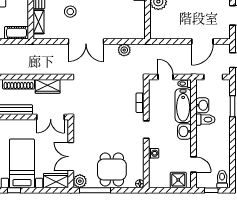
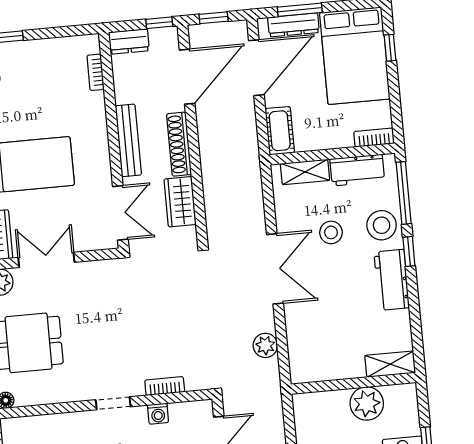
double door: (86, 42) -> (275, 269), swing flipped
double door: (51, 117) -> (120, 213), swing flipped
washing machine: (154, 153) -> (158, 414), moved

